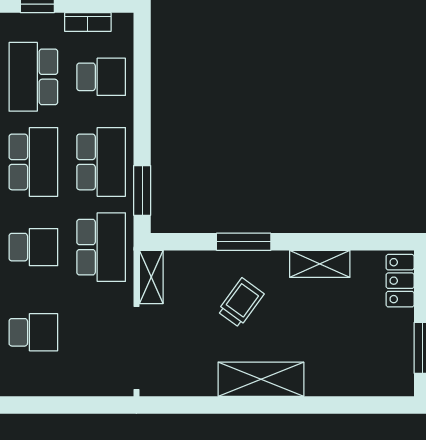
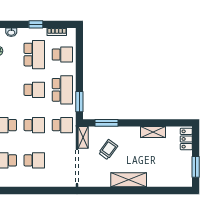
school desk: (33, 77) -> (34, 55), turned 180
school desk: (33, 162) -> (34, 90), width x0.54
window: (244, 242) -> (106, 123), moved
school desk: (101, 247) -> (62, 125), width x0.54
trolley: (241, 303) -> (108, 150), moved

